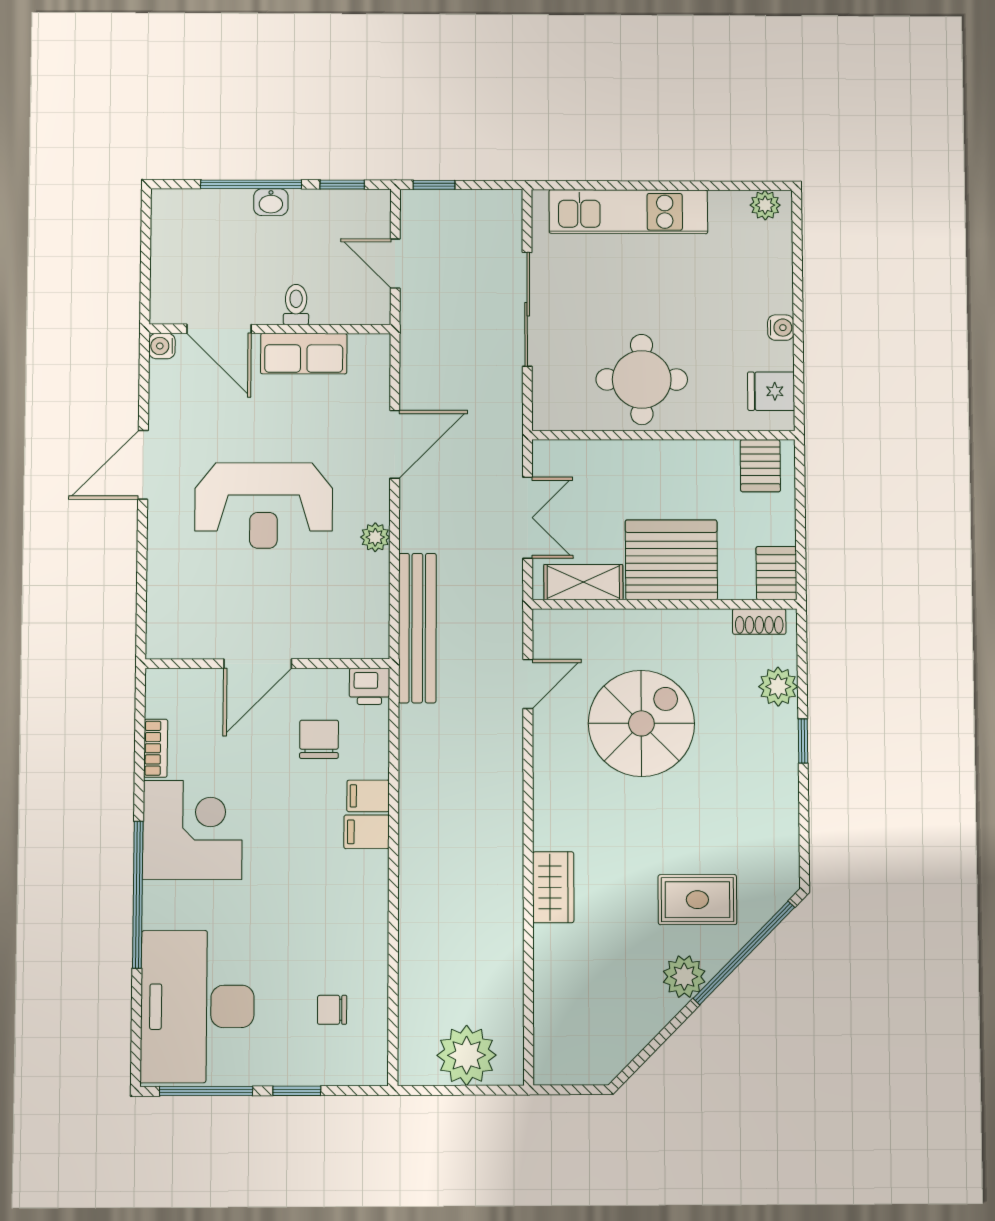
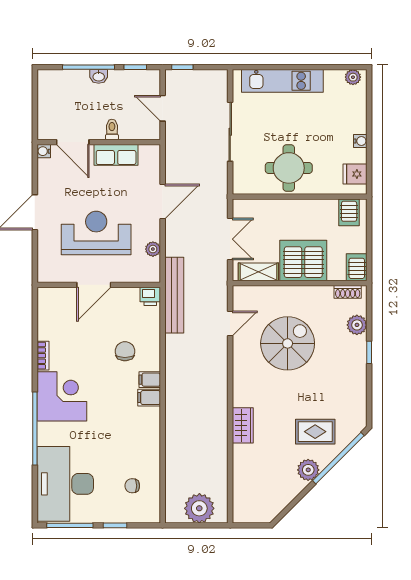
reception desk: (264, 505) -> (96, 233), turned 180
door: (258, 664) -> (94, 285), moved
wall: (267, 664) -> (99, 285), moved
printer: (369, 686) -> (150, 296), moved

